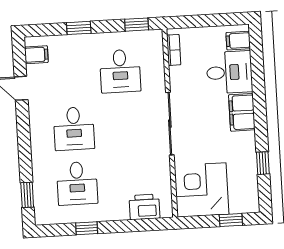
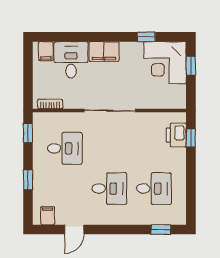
corner desk: (202, 190) -> (165, 63), moved
window: (87, 228) -> (191, 138), moved

